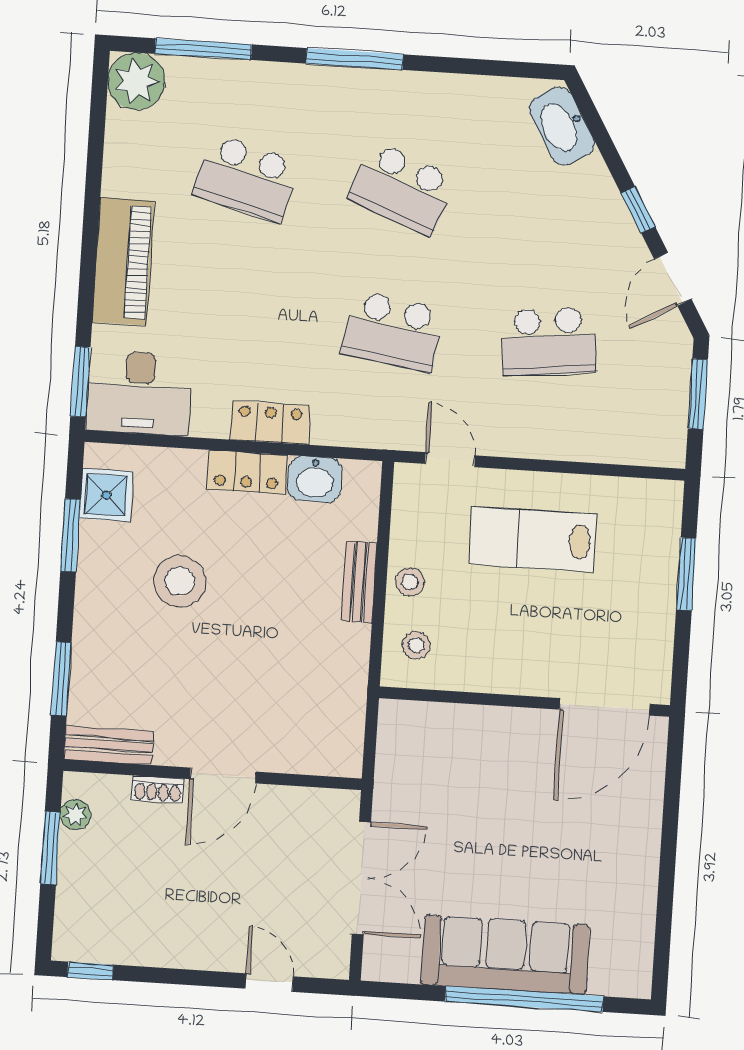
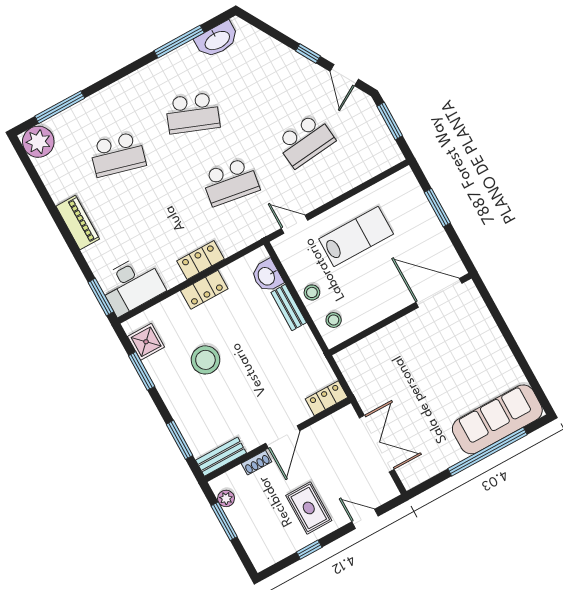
window: (355, 59) -> (179, 42), moved
washbasin: (562, 126) -> (217, 40), moved, turned -60
piano: (123, 262) -> (78, 223), width x0.73, depth x0.75
washbasin: (315, 479) -> (267, 276), moved, turned 90
lab bench: (533, 539) -> (356, 237), turned 180
door: (605, 707) -> (439, 293), swing flipped
locker: (328, 759) -> (326, 398), added
rug: (194, 910) -> (309, 508), added
sofa: (505, 955) -> (497, 419), moved
window: (90, 971) -> (309, 550), moved

